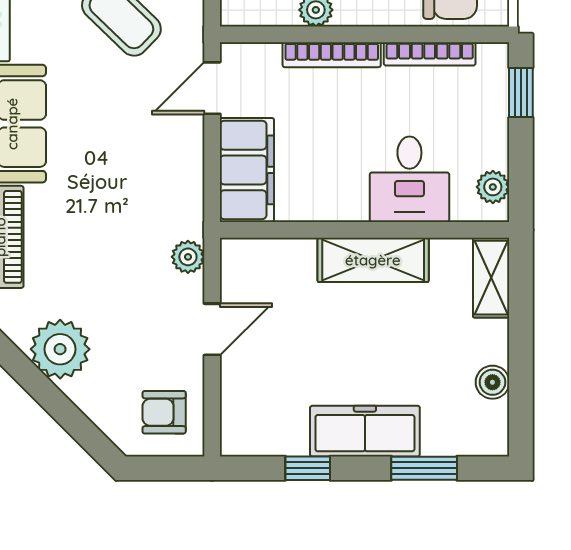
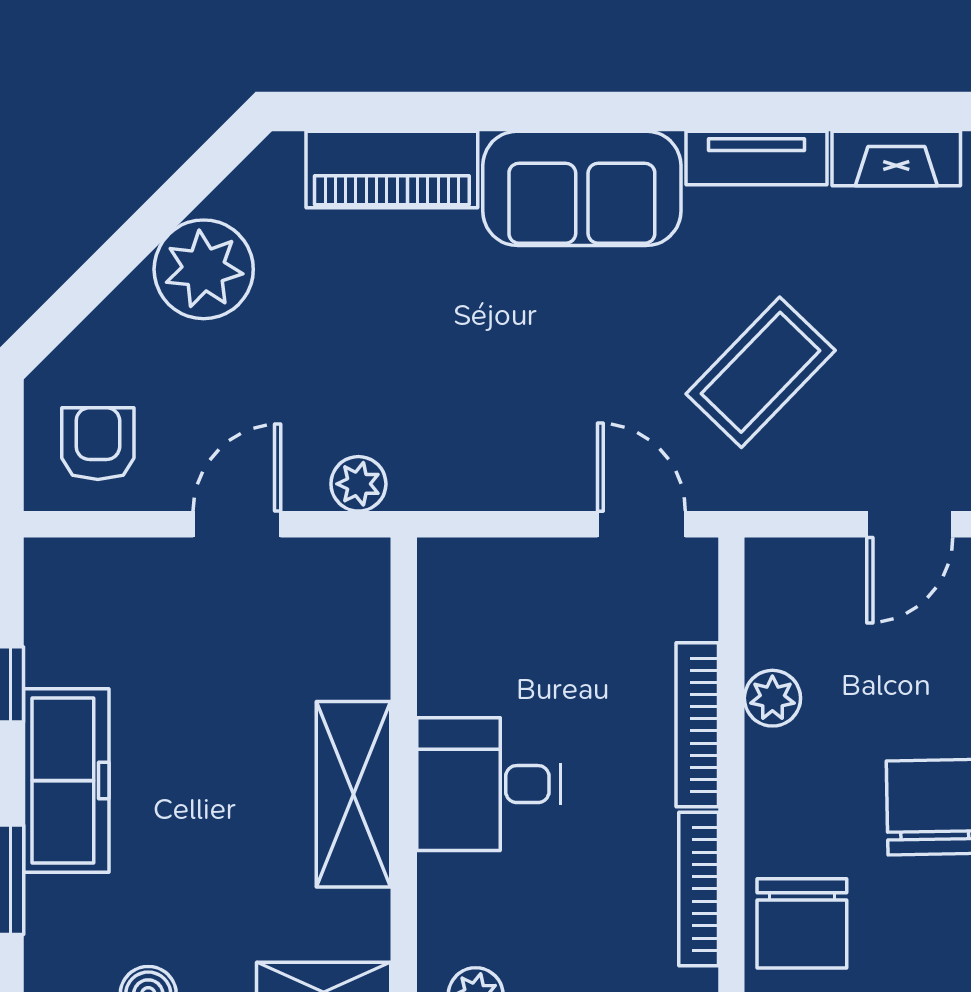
filing cabinet: (247, 170) -> (504, 583), removed
desk: (409, 179) -> (489, 784), moved
door: (212, 329) -> (237, 524), swing flipped

